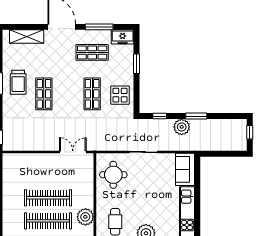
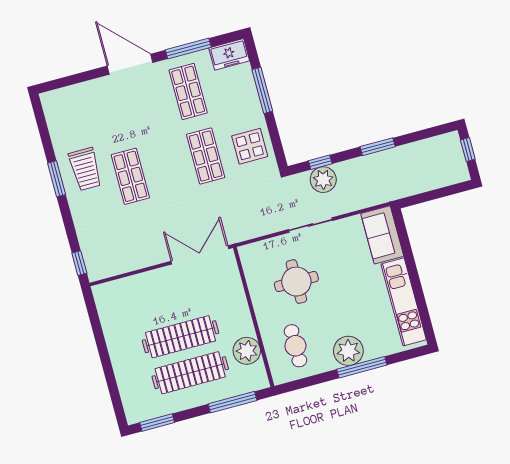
shelving: (27, 37) -> (79, 94), removed
shop shelf: (92, 52) -> (188, 91), turned 90
window: (137, 64) -> (262, 90), width x1.44
plant: (182, 127) -> (323, 180), moved
double door: (73, 152) -> (200, 255), width x1.37
round table: (113, 175) -> (296, 282), moved

